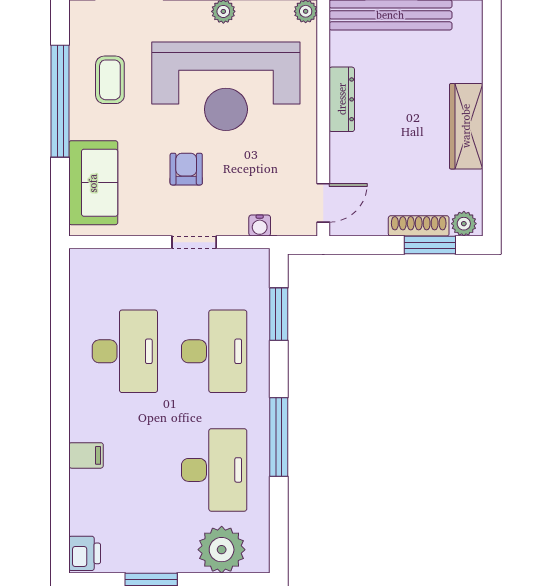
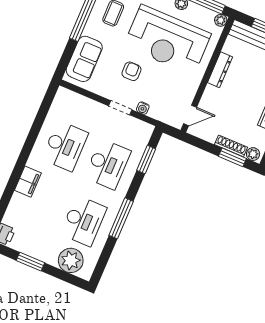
water cooler: (260, 226) -> (143, 108), moved
filing cabinet: (86, 455) -> (28, 182), width x2.00

